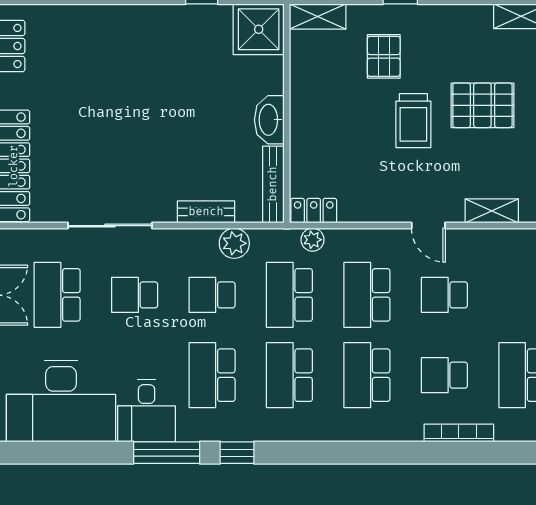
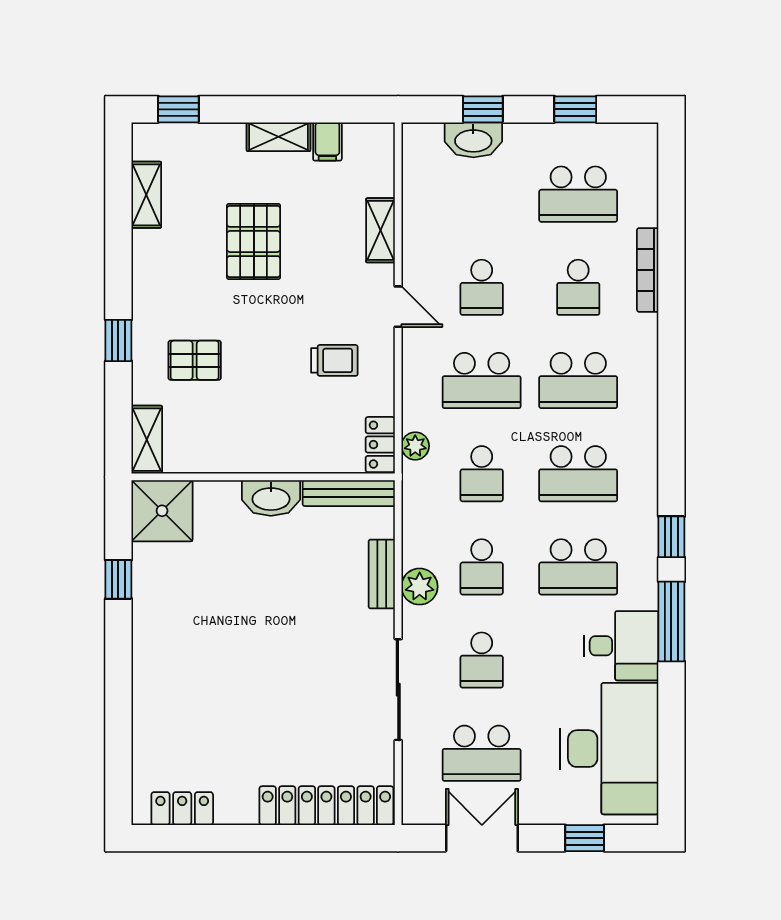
trolley: (413, 121) -> (334, 360), moved, width x0.73, depth x0.72
door: (428, 226) -> (398, 307), hinge flipped
plant: (234, 243) -> (420, 587), moved
school desk: (289, 295) -> (482, 474), width x0.54

